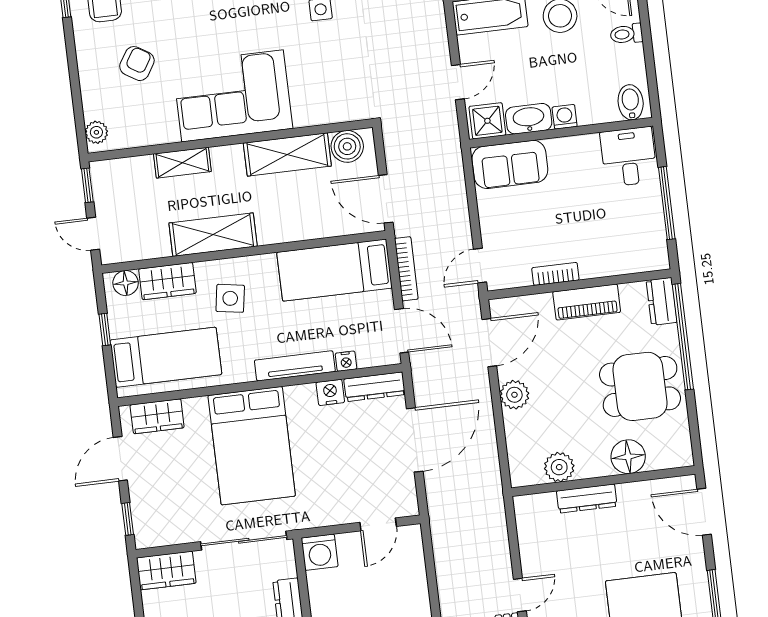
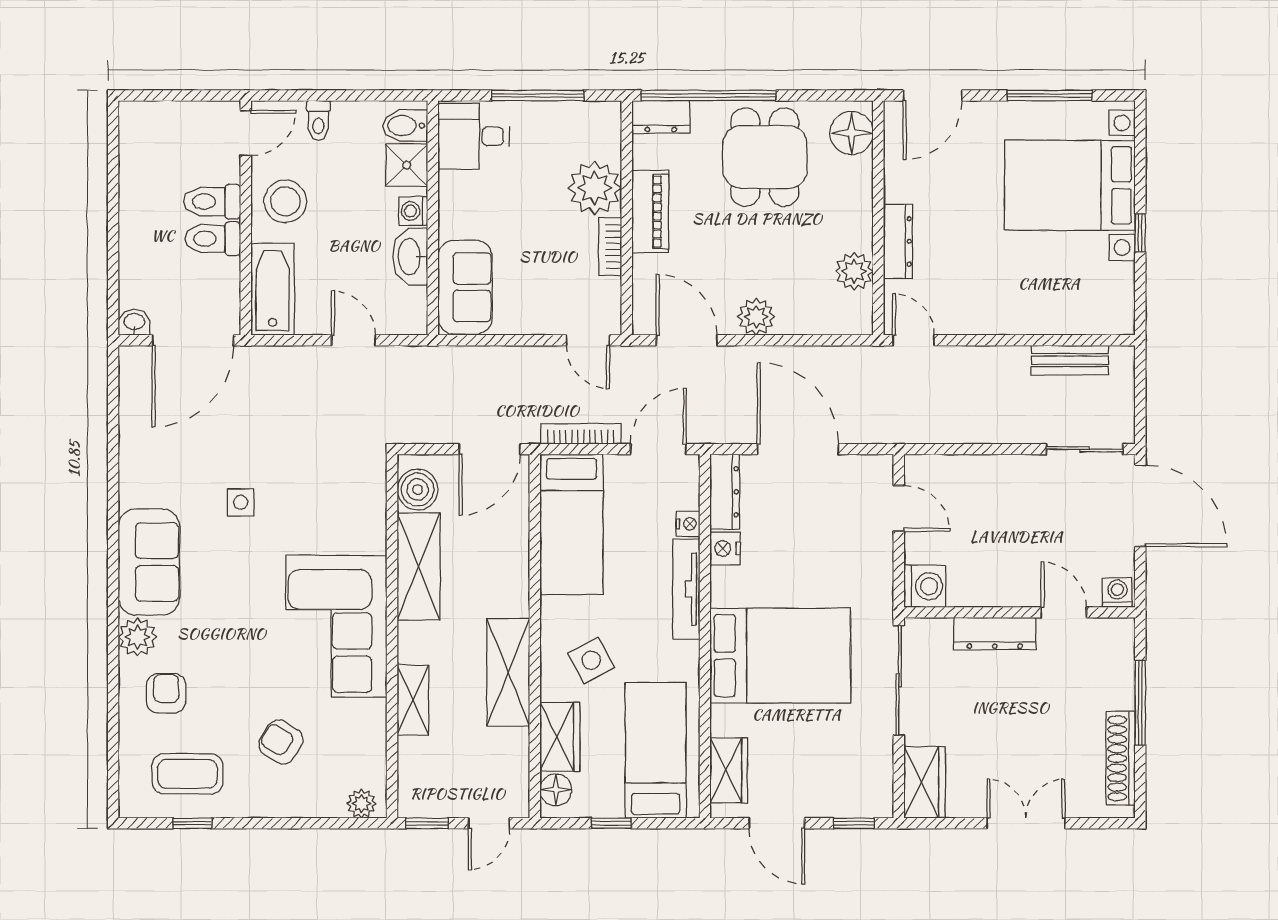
shower: (487, 121) -> (407, 165), moved
plant: (600, 256) -> (595, 188), added
side table: (230, 298) -> (591, 660), turned -37
floor lamp: (628, 457) -> (852, 133), moved
door: (520, 595) -> (913, 340), moved

